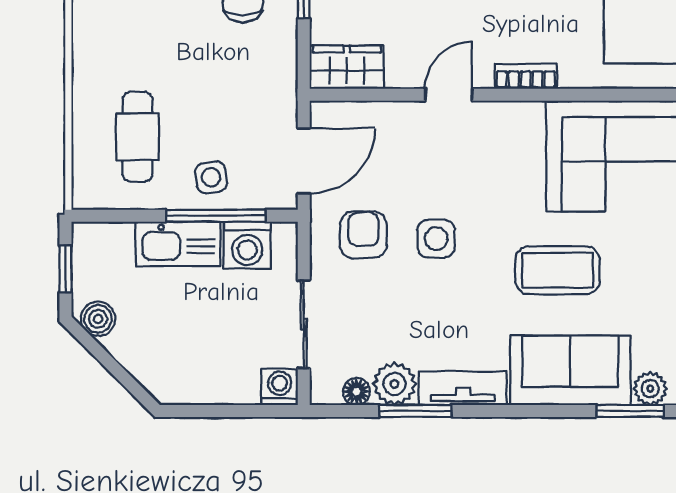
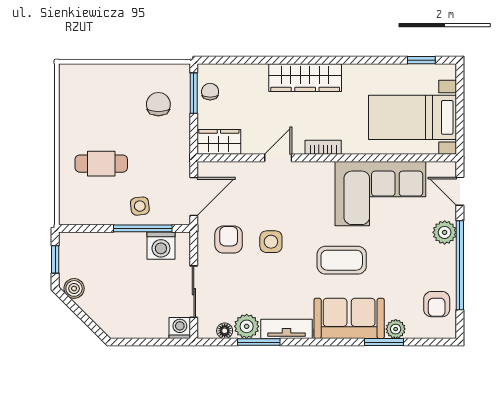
cafe table: (137, 137) -> (101, 164), moved, turned 90
kitchen sink: (178, 244) -> (121, 245), removed

